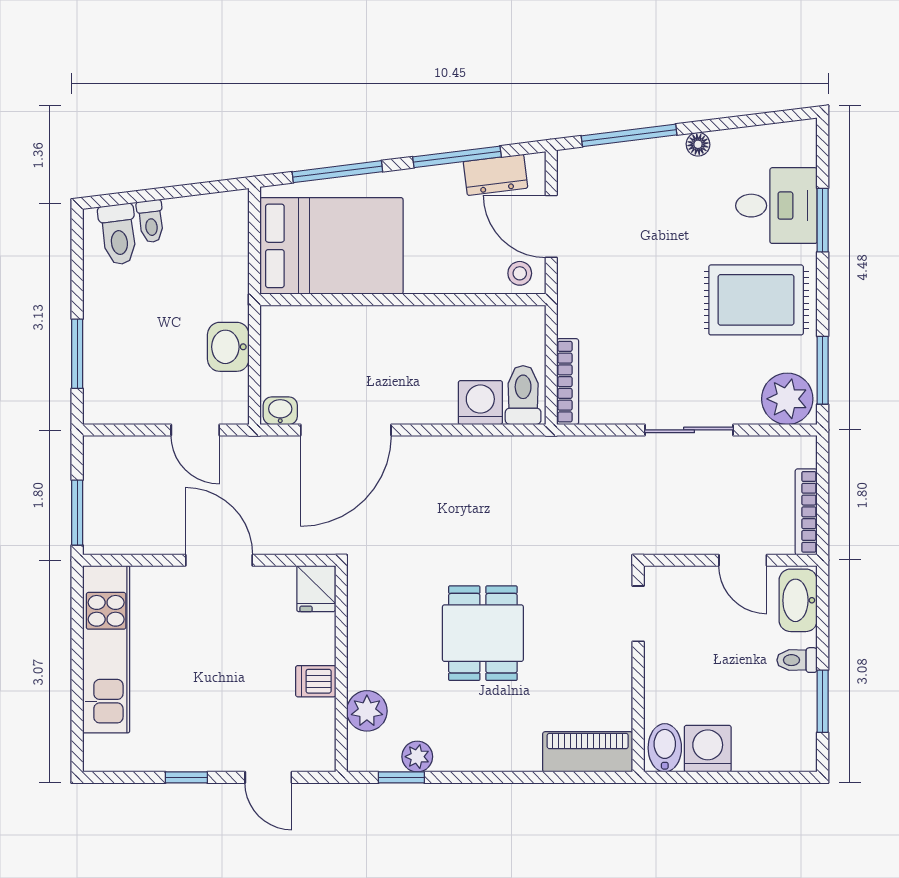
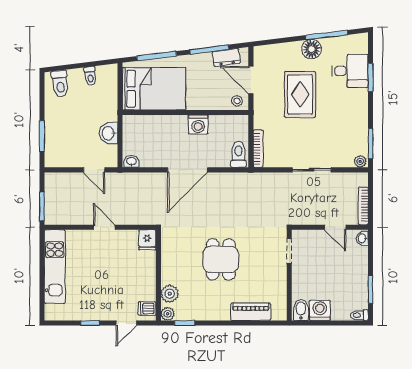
window: (629, 135) -> (327, 35), moved
floor lamp: (698, 144) -> (312, 49), width x1.89, depth x1.89
toilet: (151, 221) -> (90, 76), moved
rug: (756, 300) -> (300, 94), moved, turned 90
plant: (787, 399) -> (360, 161), width x0.53, depth x0.53
washing machine: (480, 403) -> (198, 125), moved, turned 180
door: (346, 430) -> (188, 170), moved
door: (219, 560) -> (104, 227), width x0.73
washbasin: (798, 600) -> (362, 238), width x0.52, depth x0.69
toilet: (797, 660) -> (359, 315), moved
dishwasher: (316, 681) -> (147, 309), moved
piano: (588, 752) -> (251, 312), moved
plant: (417, 757) -> (168, 314), moved
door: (268, 777) -> (126, 323), hinge flipped

